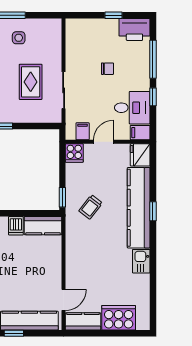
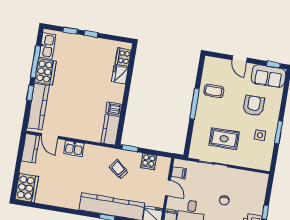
cooker: (74, 153) -> (149, 161), moved, turned -90
kitchen sink: (141, 261) -> (74, 148), moved, turned 180
cooker: (119, 318) -> (27, 188), moved

